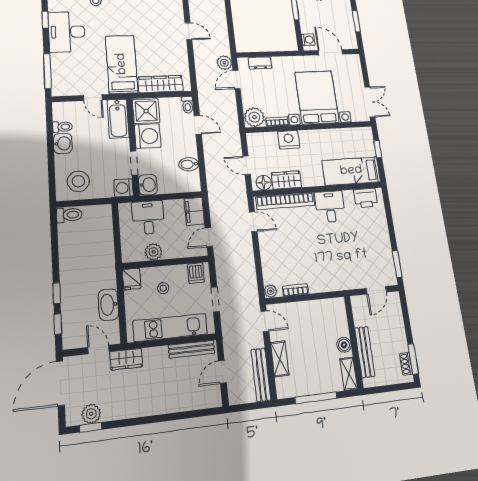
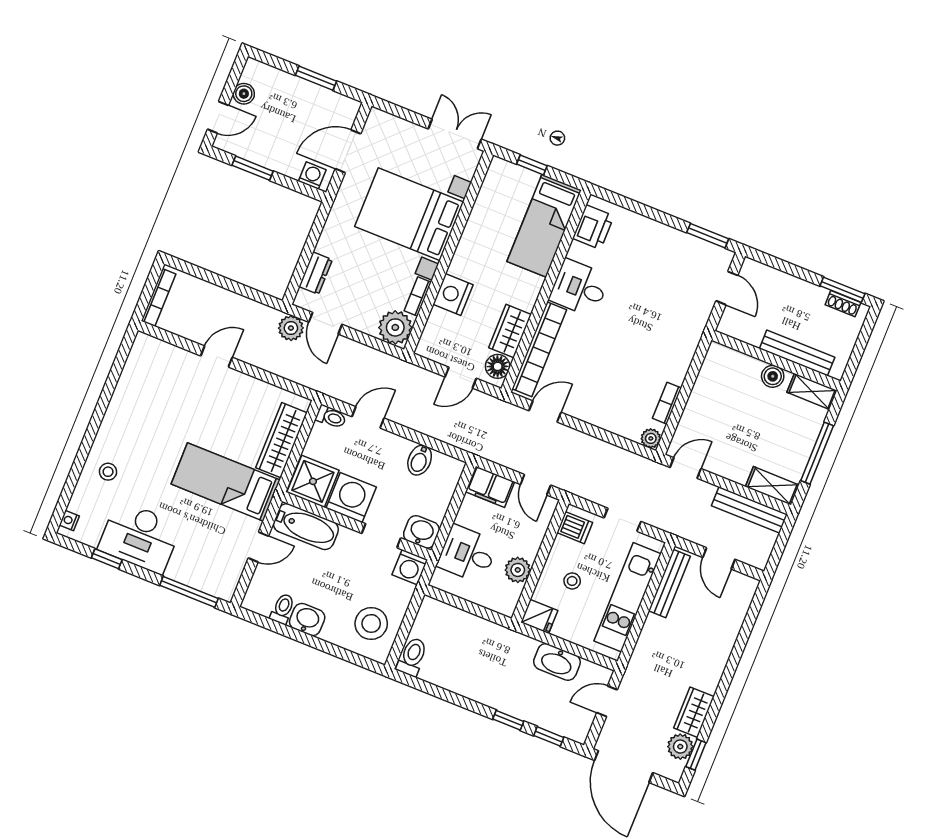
wardrobe: (126, 359) -> (694, 712), moved, turned 180
shelving: (280, 359) -> (772, 486), moved

